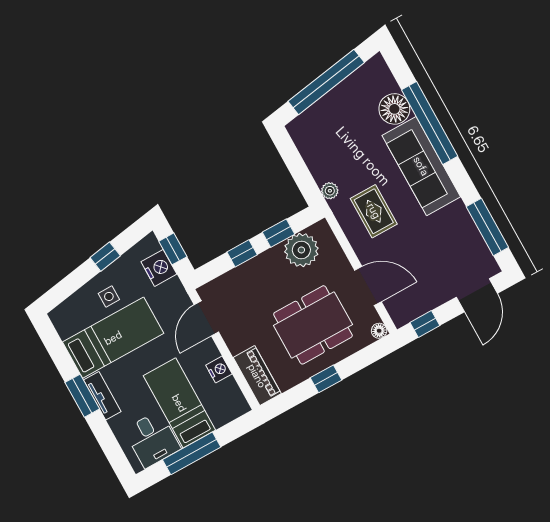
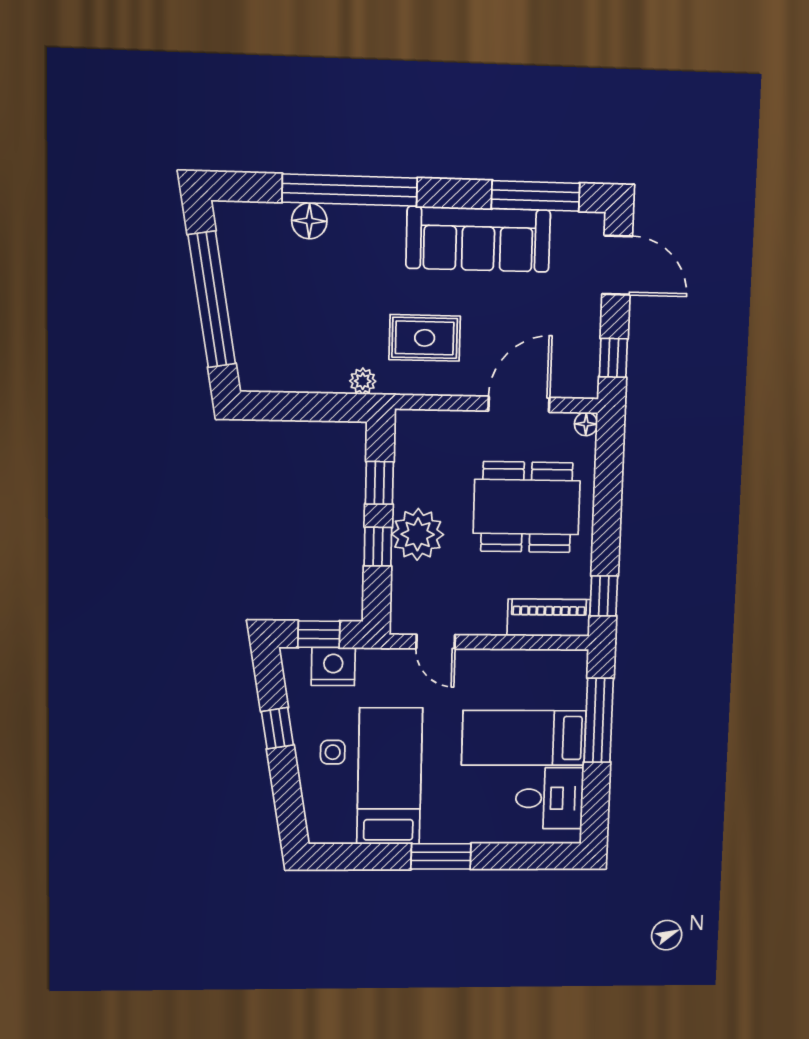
floor lamp: (394, 109) -> (309, 221), width x0.73, depth x0.73
sofa: (421, 166) -> (478, 239), moved
plant: (301, 250) -> (418, 534), moved
door: (206, 318) -> (436, 642), width x0.73
dining table: (313, 325) -> (527, 507), turned 90
nightstand: (219, 370) -> (511, 663), removed
window: (326, 379) -> (604, 596), moved
tv unit: (102, 396) -> (456, 831), removed
window: (192, 453) -> (599, 720), moved

